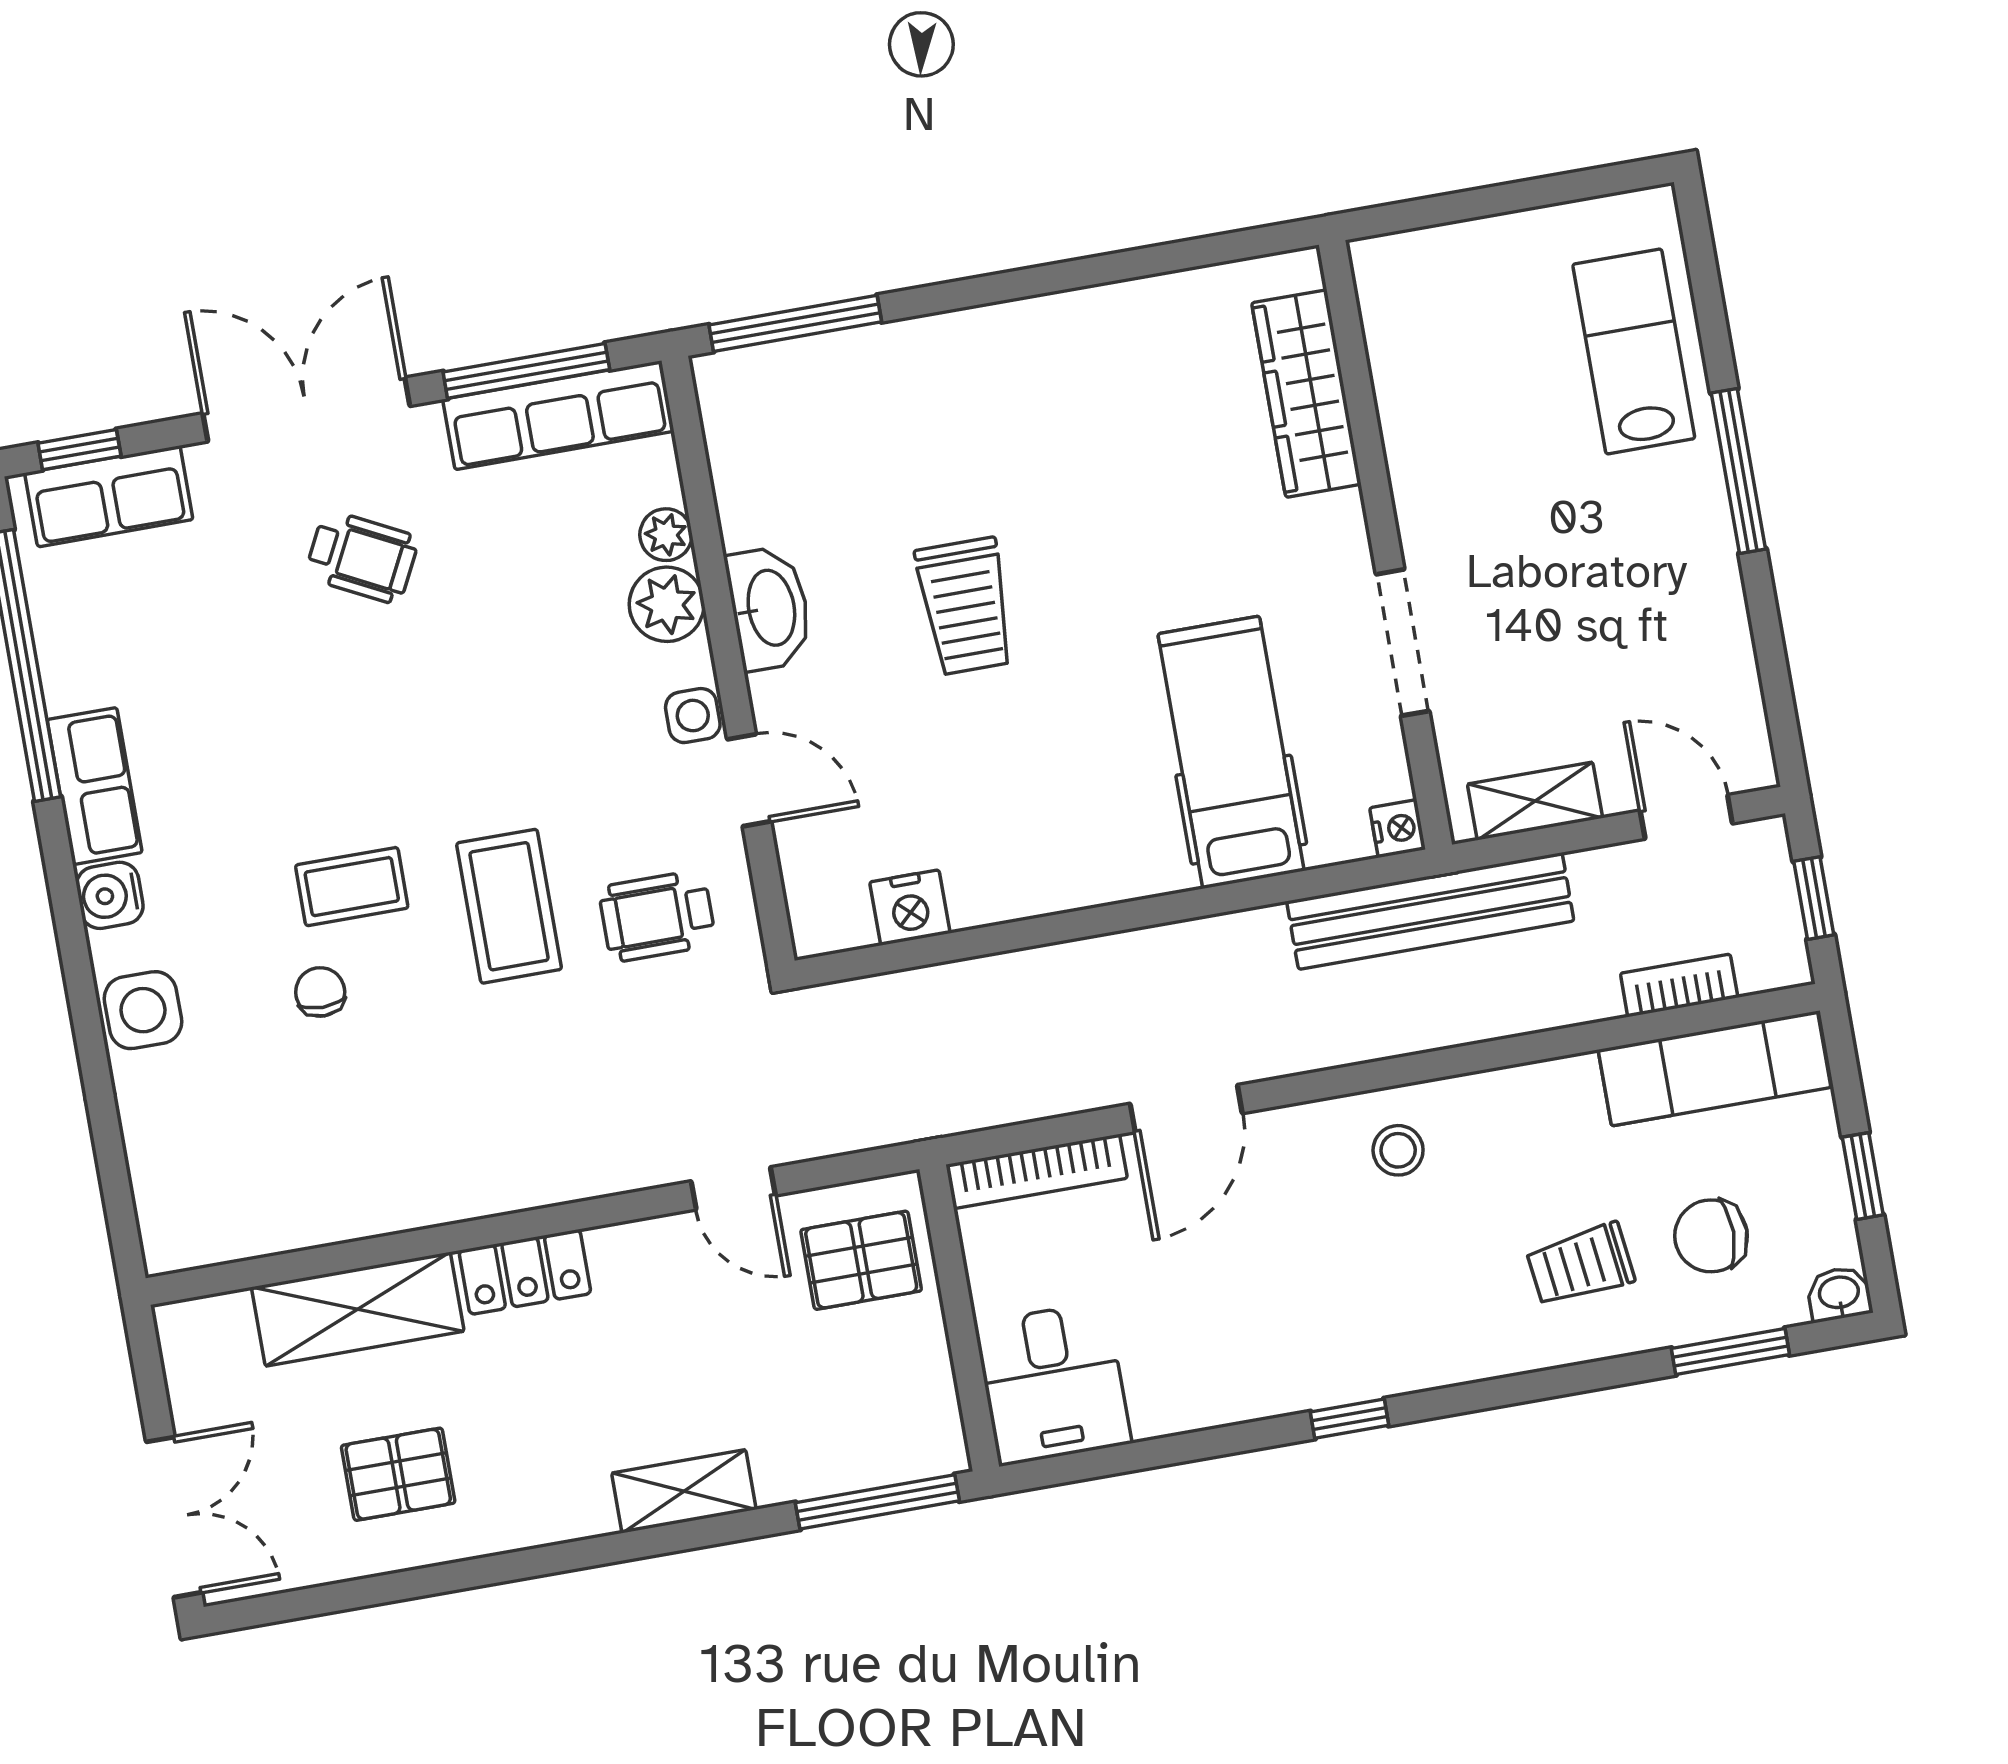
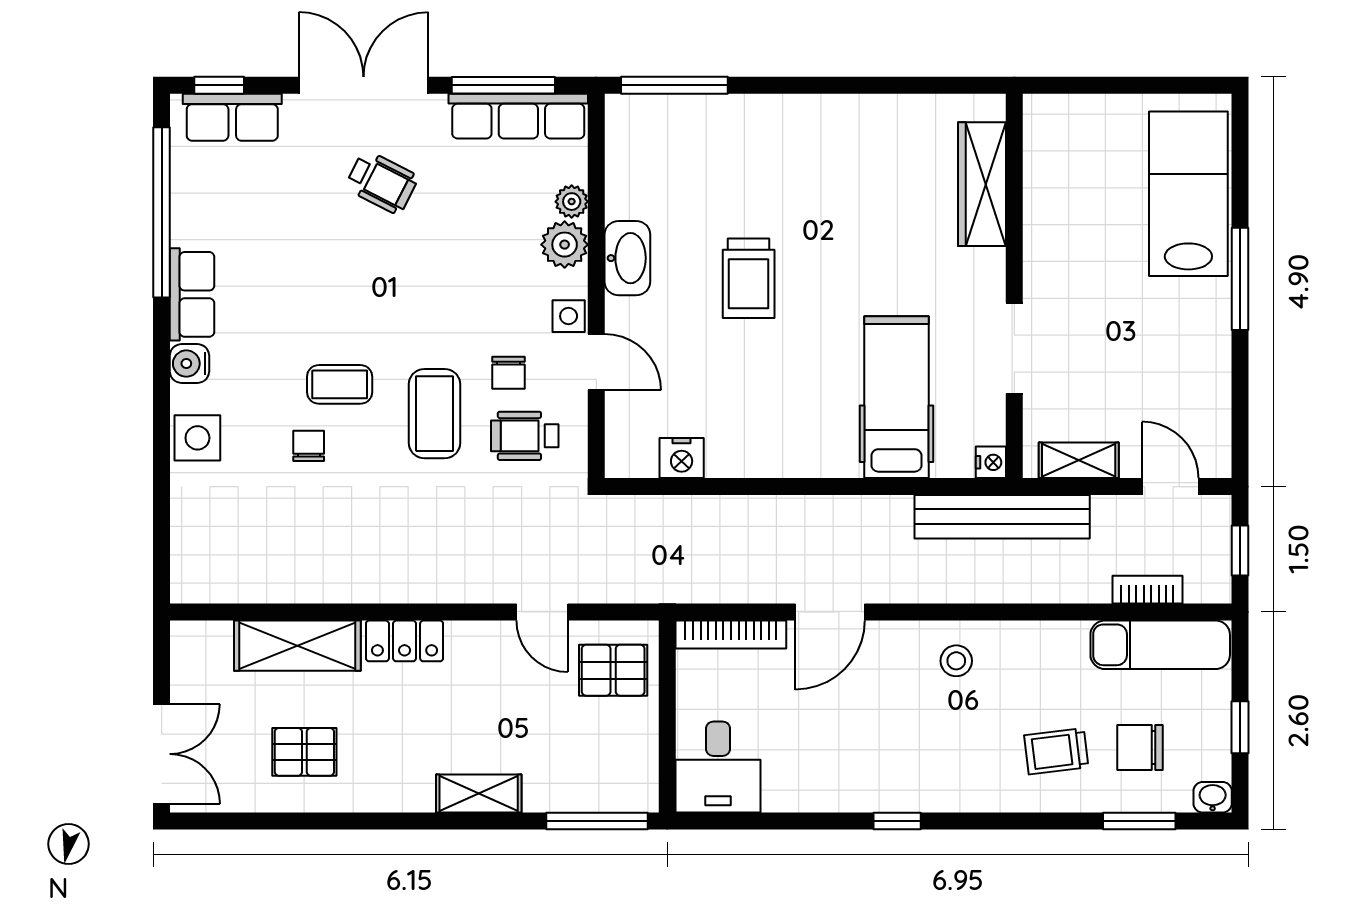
lab bench: (1634, 351) -> (1188, 194), width x1.36, depth x1.39
chair: (614, 822) -> (508, 373), added

